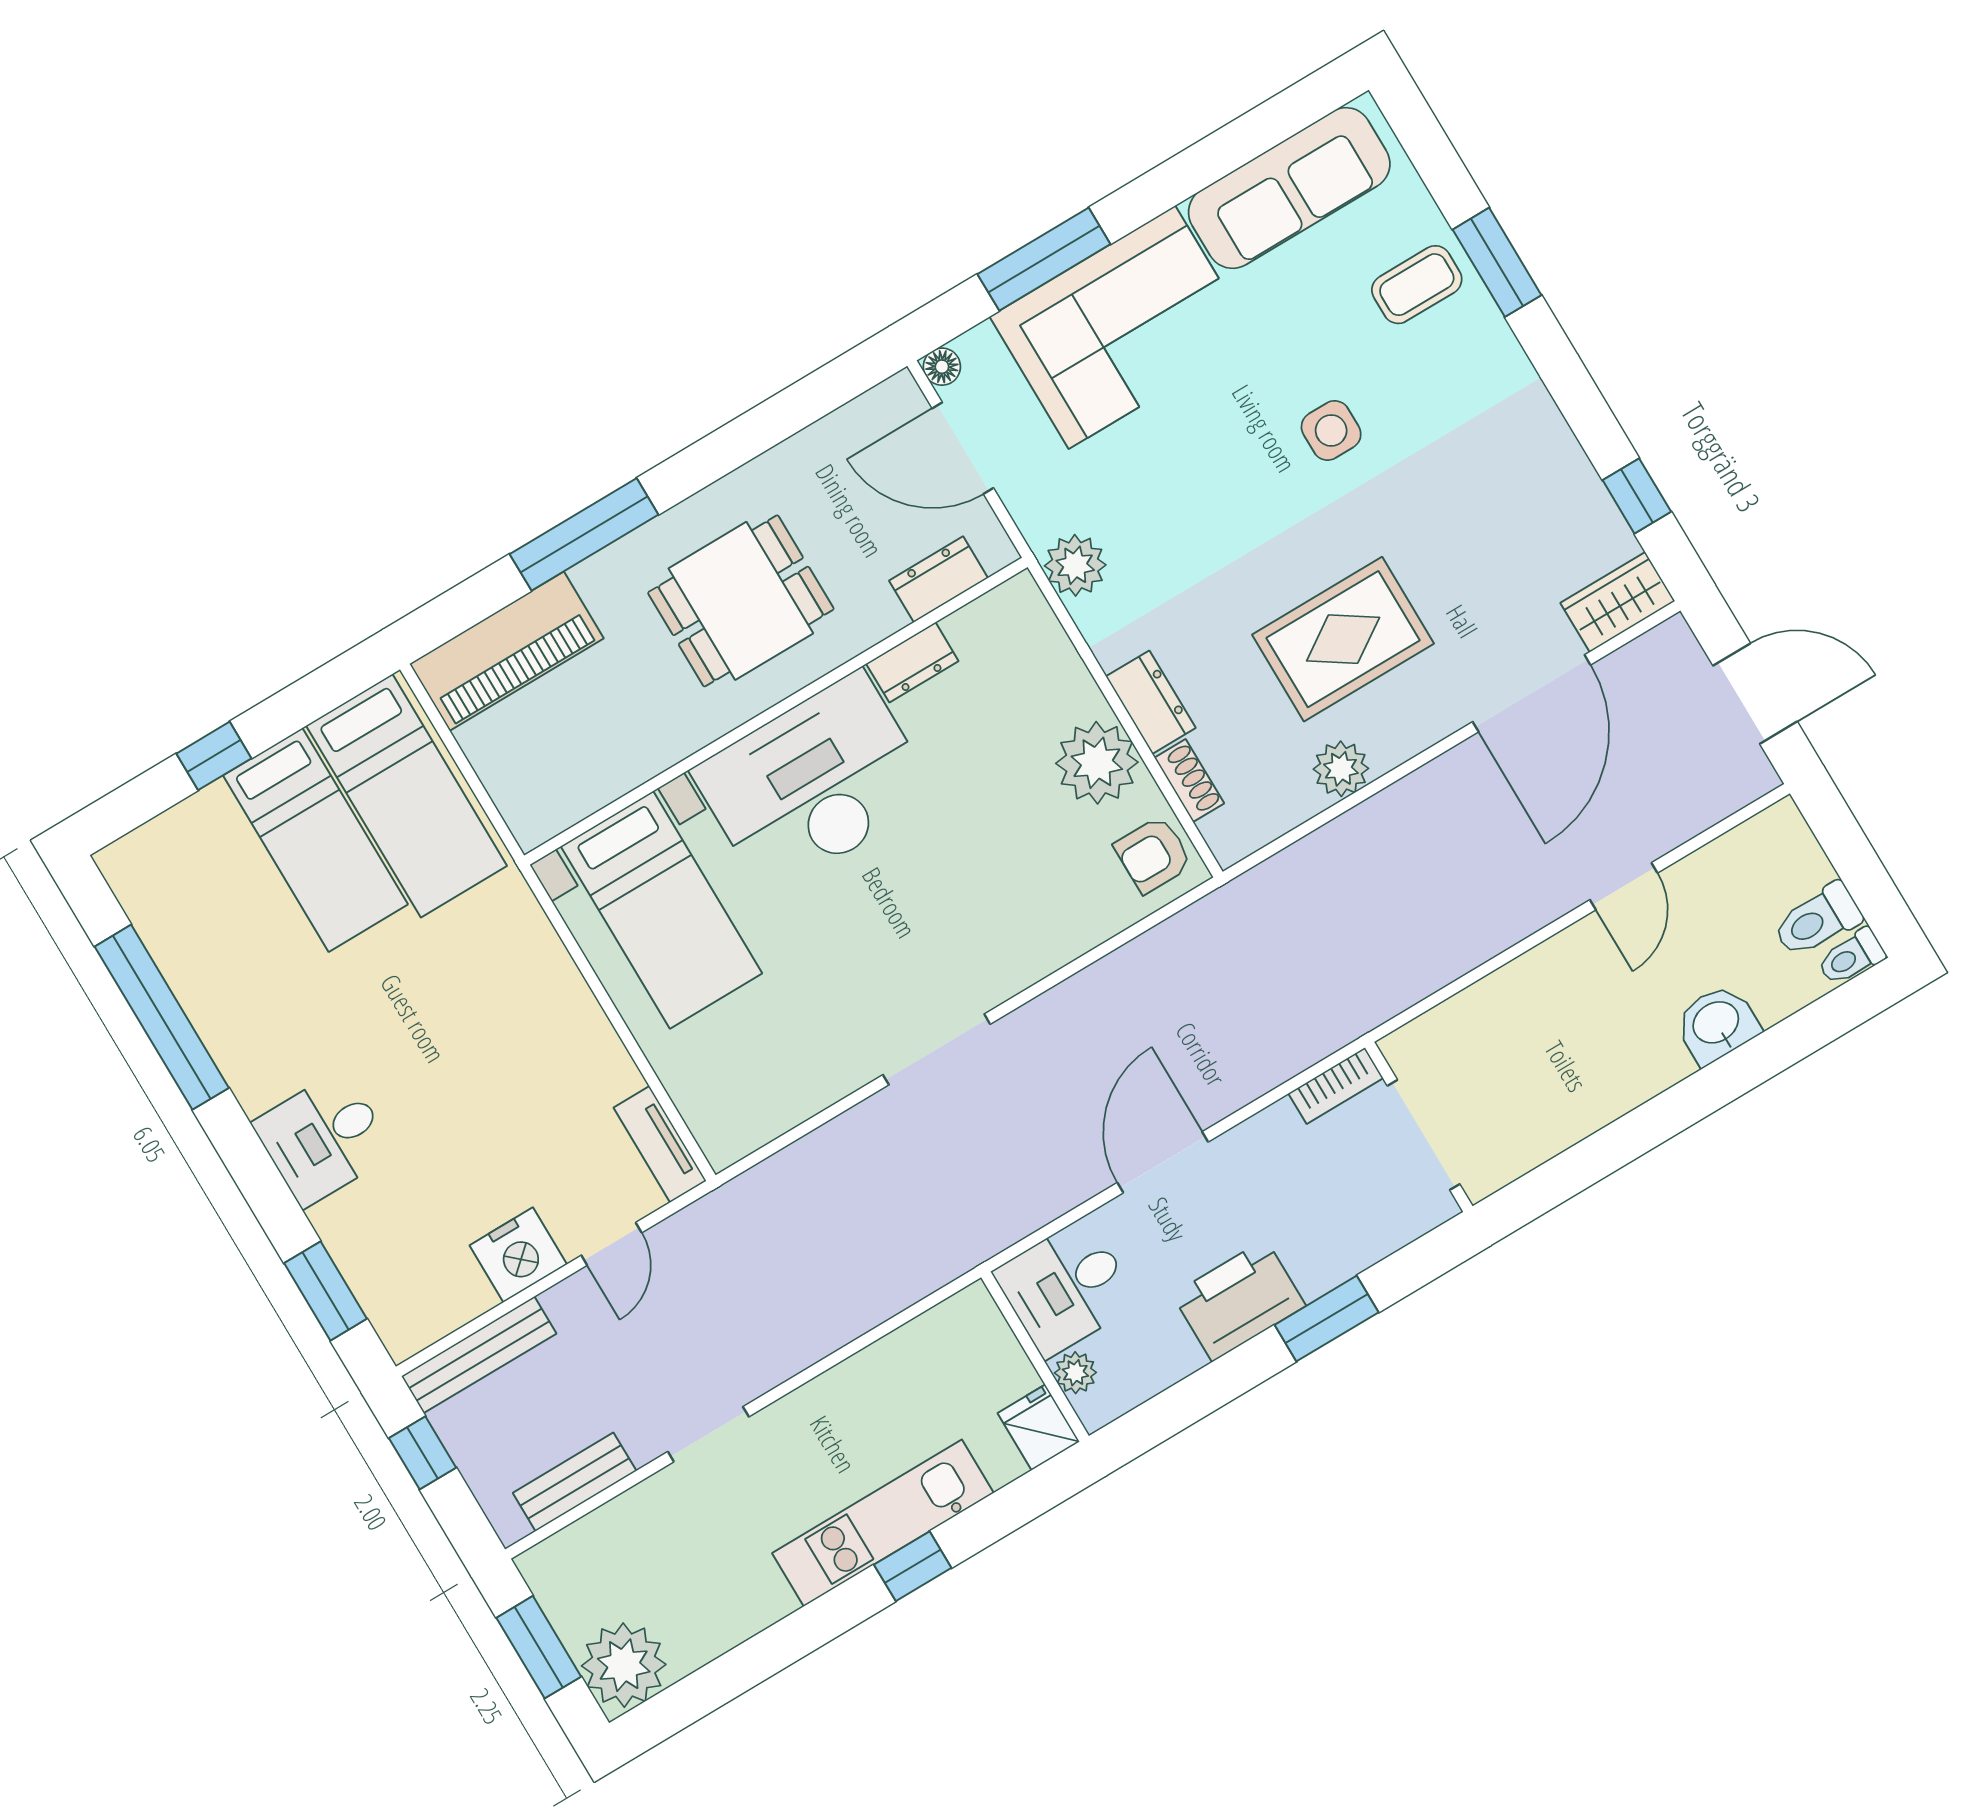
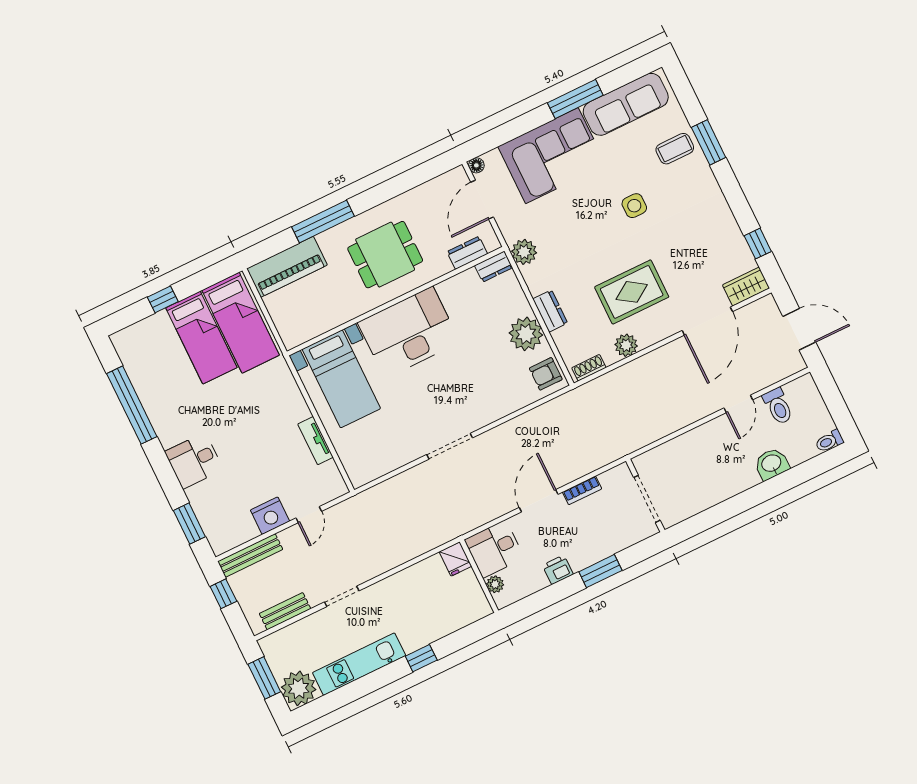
window: (1044, 259) -> (575, 99), moved
door: (963, 448) -> (482, 200), hinge flipped
dresser: (912, 662) -> (494, 267), moved
shoe rack: (1189, 781) -> (589, 368), moved, turned -90
toilet: (1817, 920) -> (778, 406), moved, turned -90
bookcase: (1336, 1086) -> (582, 490), moved
tv unit: (660, 1144) -> (315, 441), moved
printer: (1239, 1300) -> (558, 570), width x0.53, depth x0.68
fridge: (1038, 1427) -> (455, 559), moved, turned 180
kitchen unit: (883, 1523) -> (359, 664), moved

